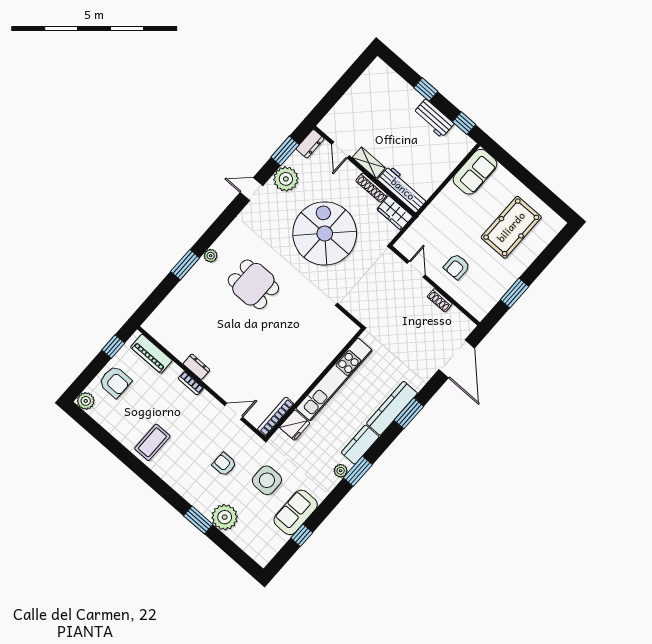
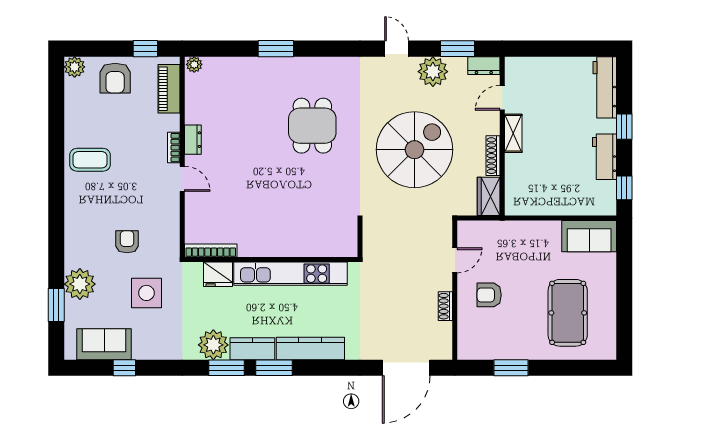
workbench: (403, 189) -> (605, 87), moved, turned 180
pool table: (511, 227) -> (568, 313), turned 90
plant: (211, 256) -> (194, 64), moved
door: (234, 411) -> (182, 179), moved
window: (409, 413) -> (274, 368), moved
plant: (341, 471) -> (213, 345), width x1.88, depth x1.88
sofa: (296, 512) -> (104, 344), moved
window: (198, 520) -> (56, 305), moved

